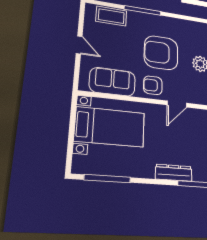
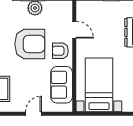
armchair: (161, 53) -> (30, 44), turned -90
armchair: (153, 85) -> (60, 51), turned 90

